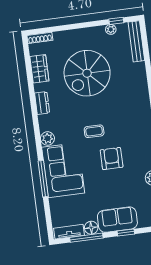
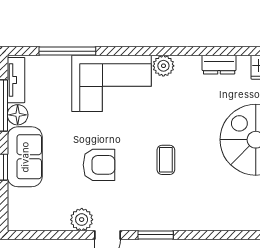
coffee table: (94, 131) -> (166, 160), moved
armchair: (112, 159) -> (99, 165), moved
window: (43, 179) -> (67, 51), moved

